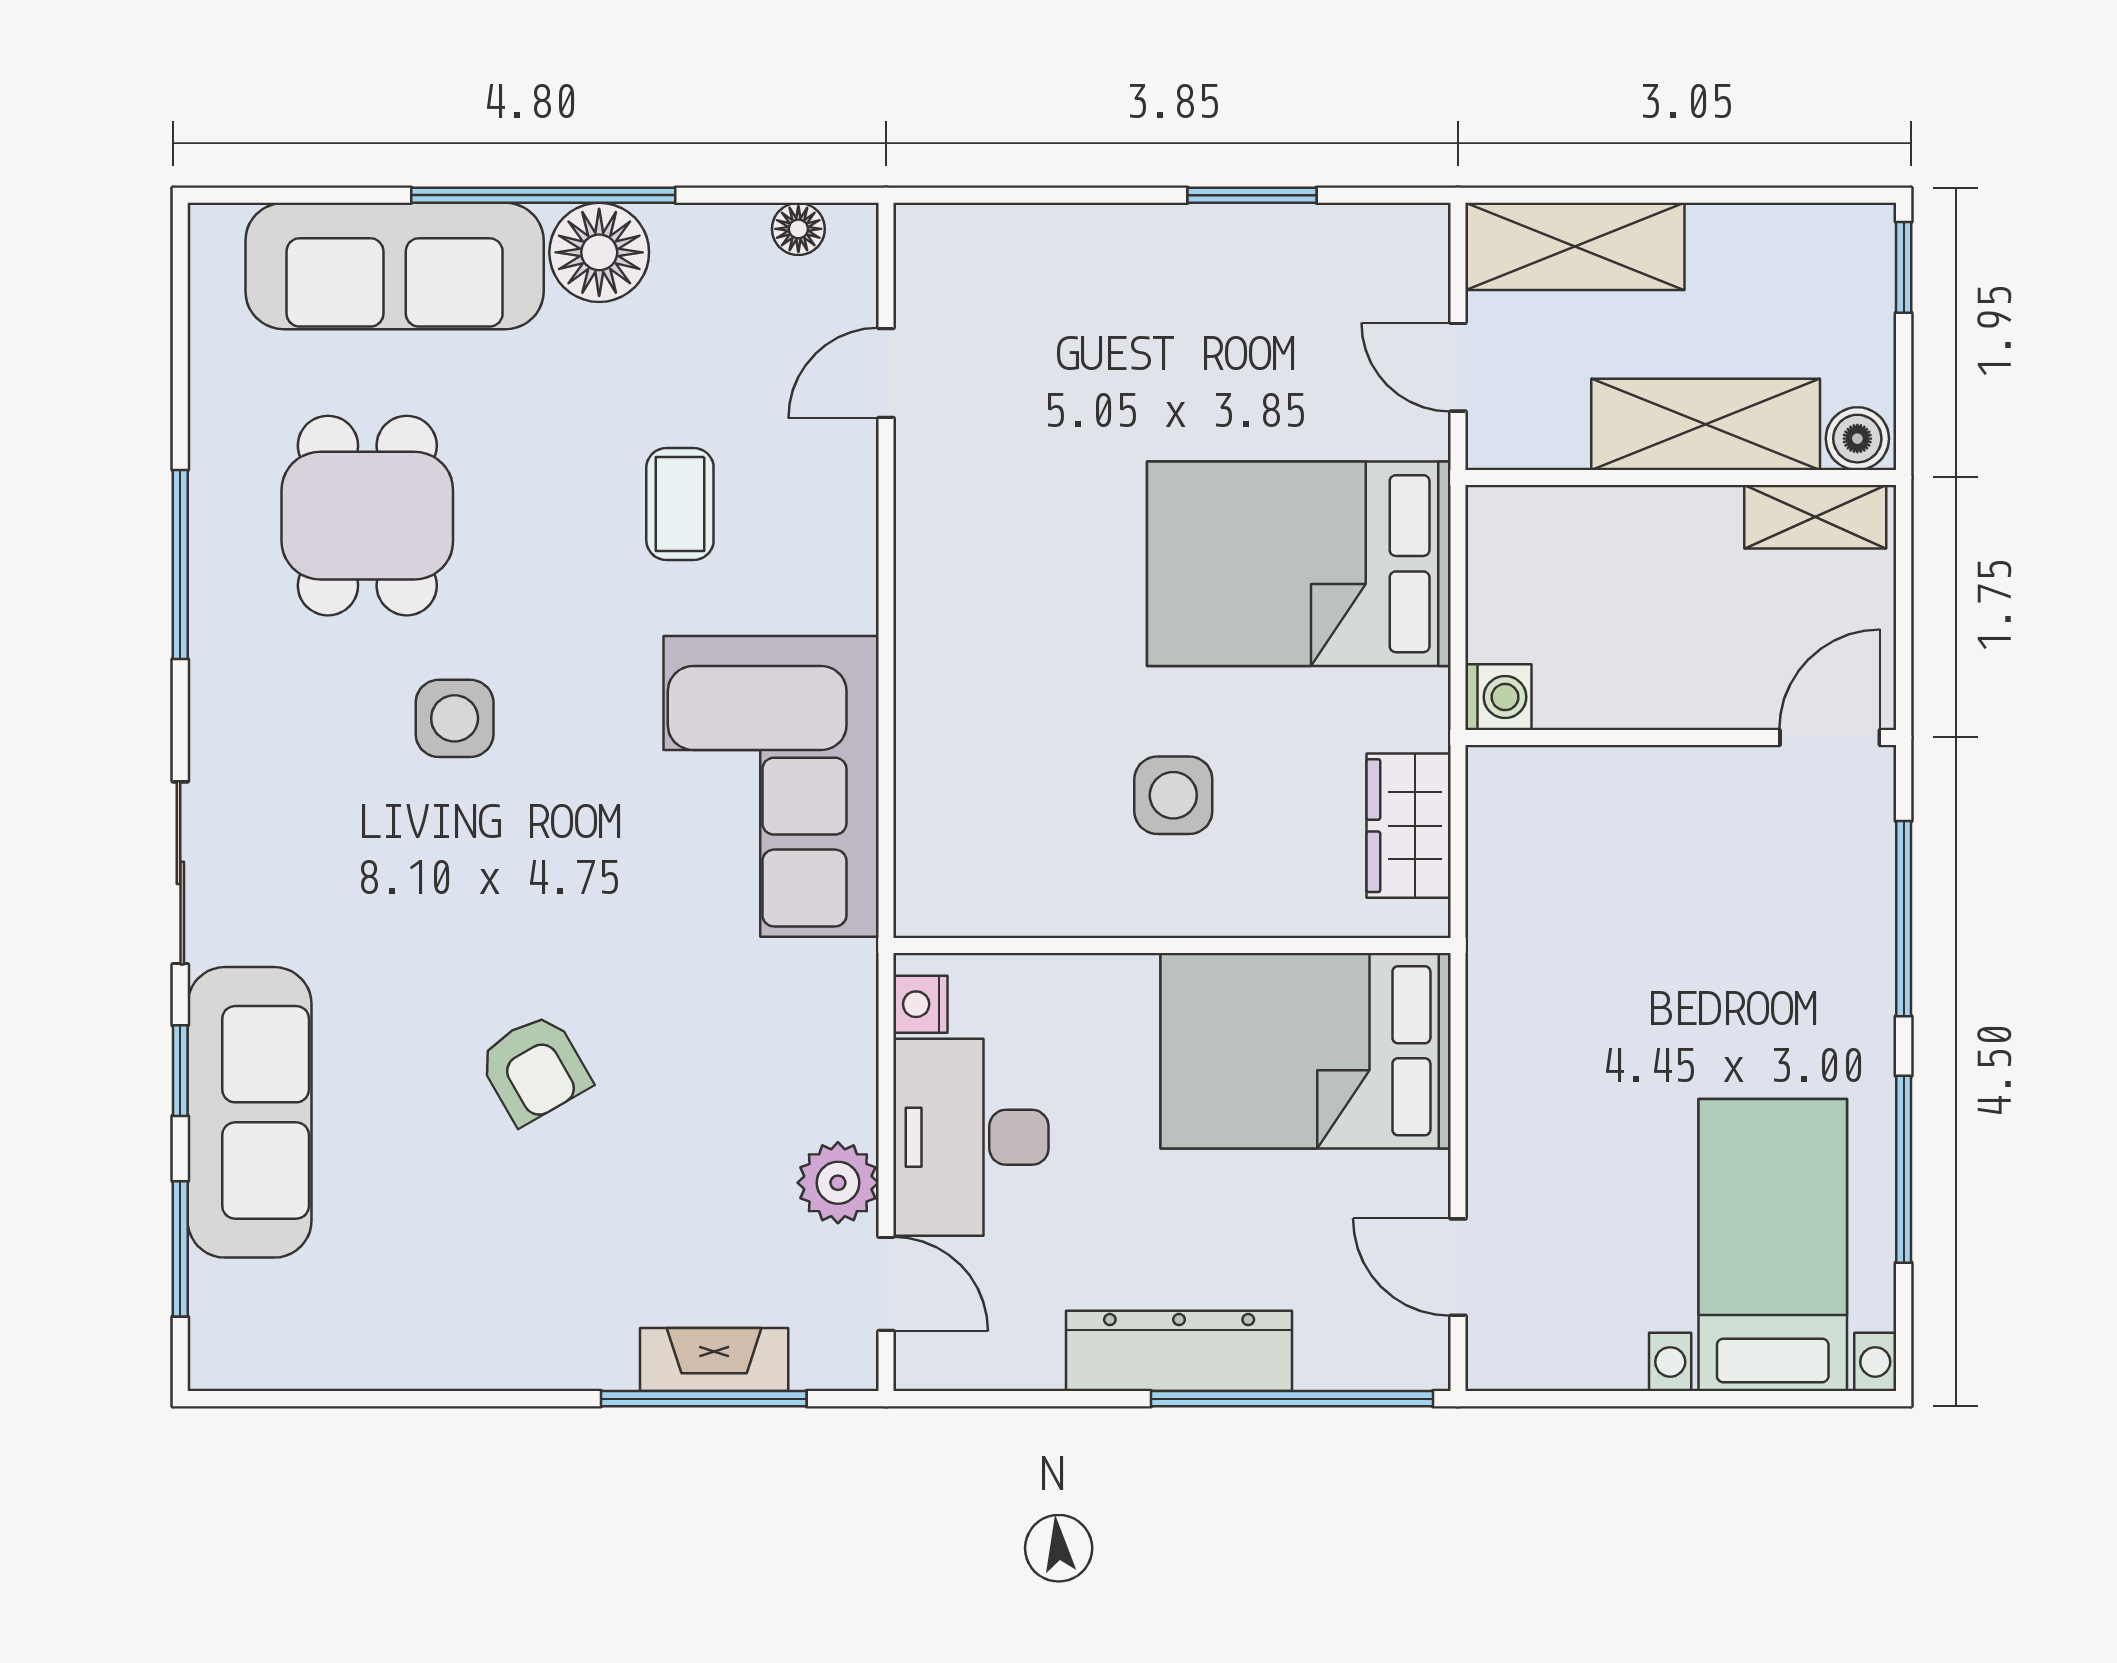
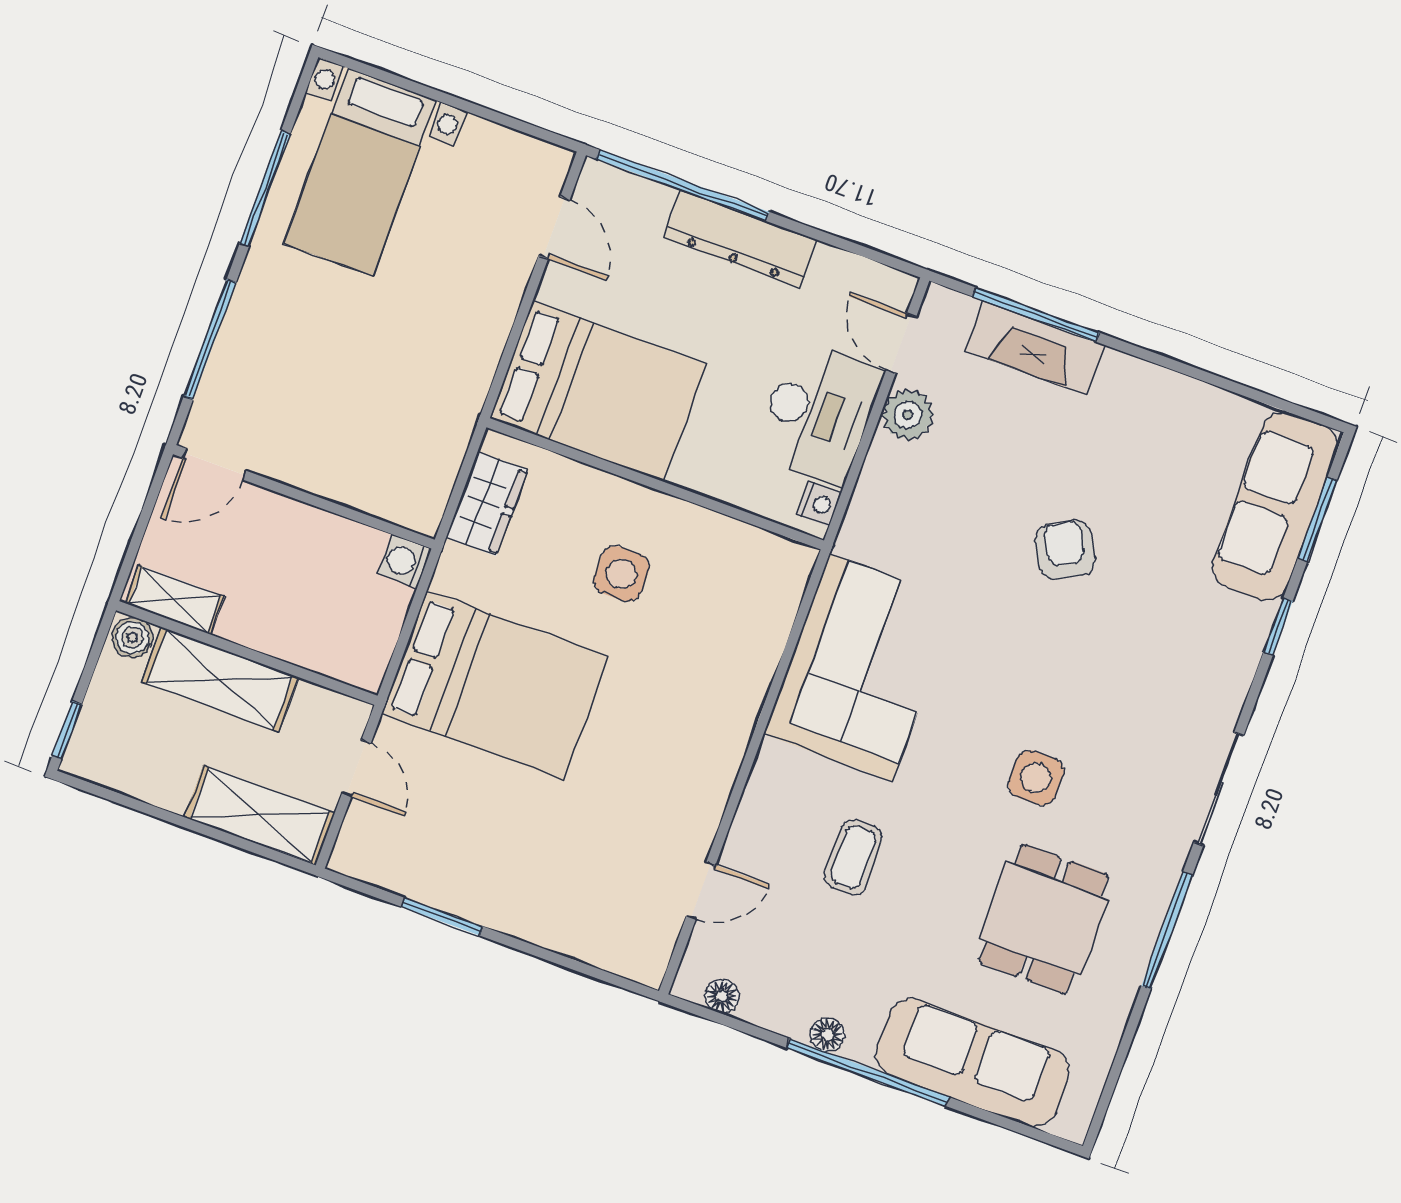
floor lamp: (599, 252) -> (828, 1035), width x0.53, depth x0.53
sliding door: (180, 873) -> (1219, 789), moved
sofa: (250, 1112) -> (1275, 506), moved
fireplace: (714, 1360) -> (1035, 348), width x1.37, depth x1.32

